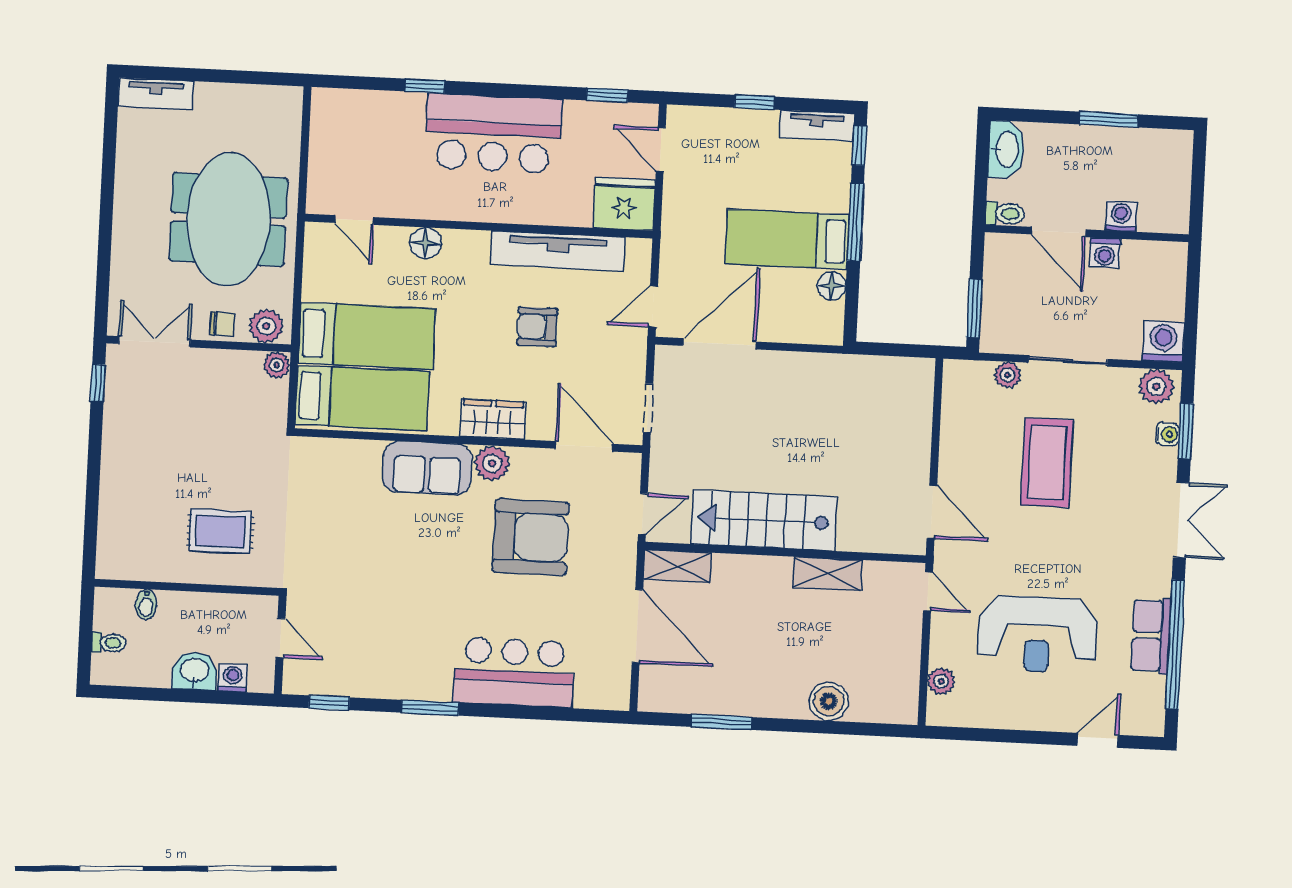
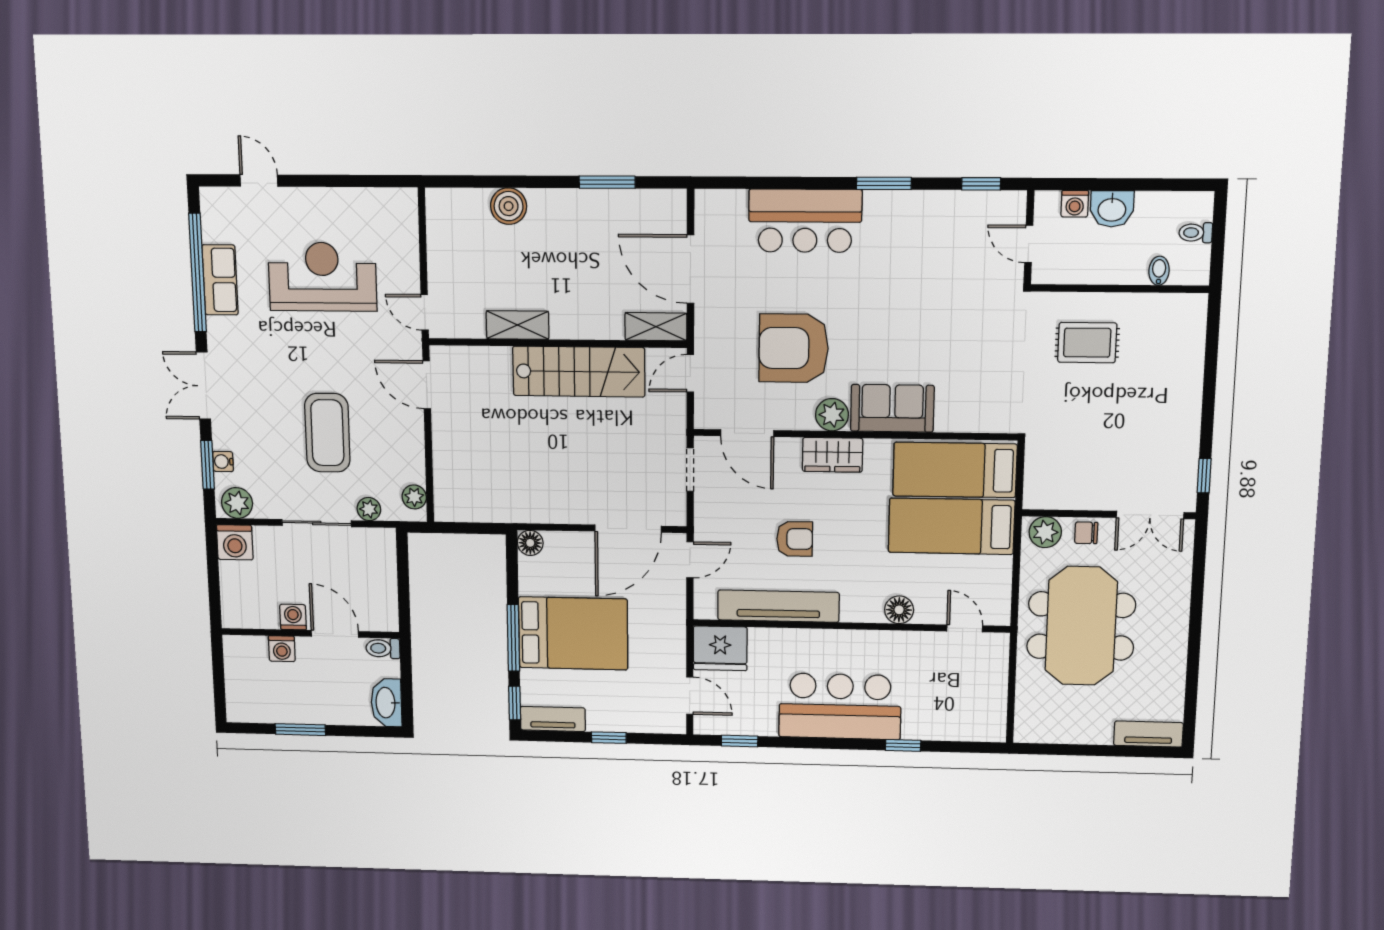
bed: (787, 239) -> (573, 633), width x1.50
floor lamp: (832, 286) -> (530, 543), moved
window: (975, 308) -> (403, 566), removed
plant: (277, 365) -> (1035, 498), removed
plant: (941, 681) -> (414, 497), moved
door: (1098, 740) -> (259, 181), swing flipped

